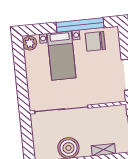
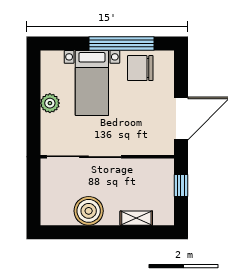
plant: (30, 43) -> (50, 103), moved

